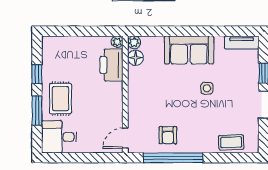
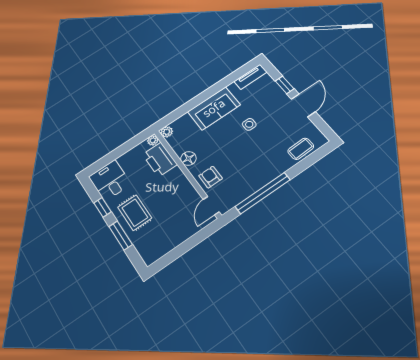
floor lamp: (135, 58) -> (188, 158), moved
armchair: (168, 135) -> (210, 177), moved, turned 180
desk: (59, 137) -> (110, 180), moved, turned 90

